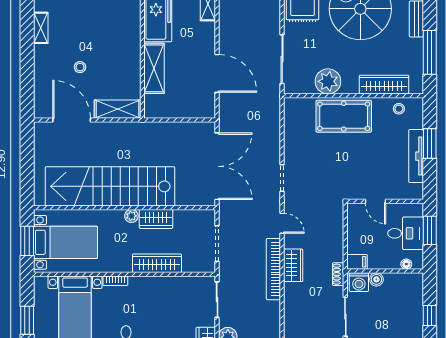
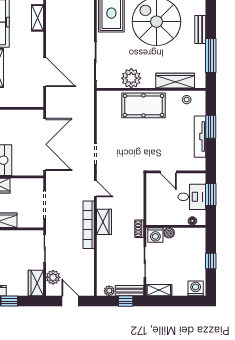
filing cabinet: (357, 262) -> (154, 219), removed

